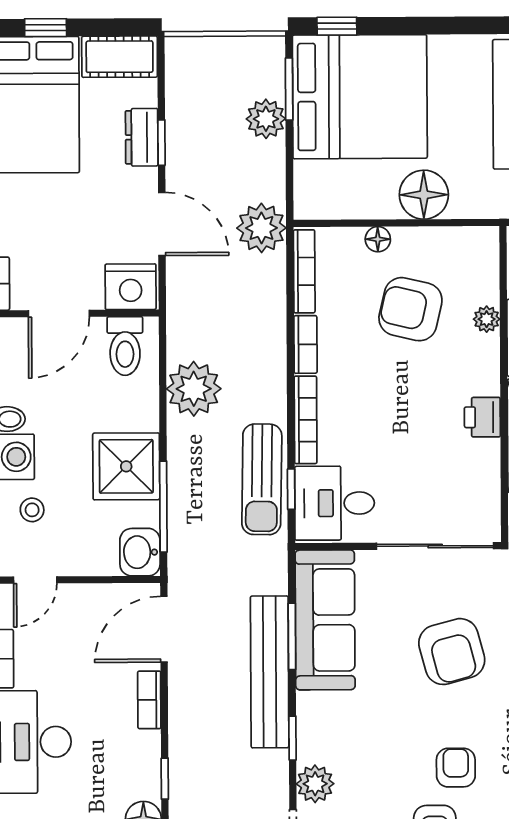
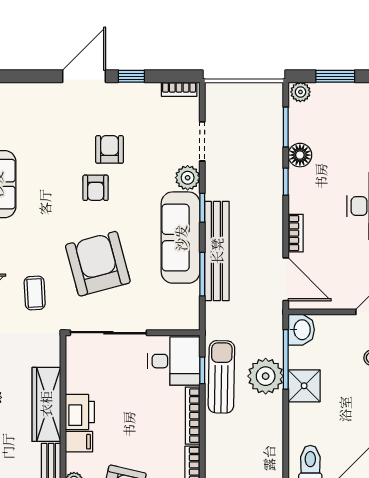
filing cabinet: (479, 379) -> (79, 442), added
plant: (194, 389) -> (266, 376), moved
printer: (482, 417) -> (80, 412), width x1.36, depth x1.24
shower: (126, 466) -> (304, 386), width x0.73, depth x0.73
sofa: (325, 620) -> (181, 238), moved
door: (164, 629) -> (286, 279), hinge flipped
armchair: (452, 652) -> (98, 264), width x1.36, depth x1.36

